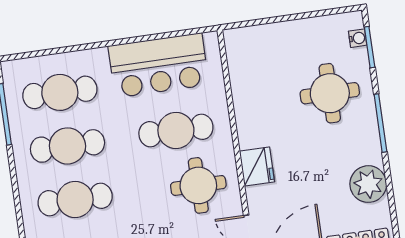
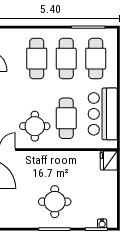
round table: (330, 93) -> (55, 202), moved
fridge: (257, 166) -> (109, 161), moved, turned 90
plant: (368, 184) -> (23, 218), removed

